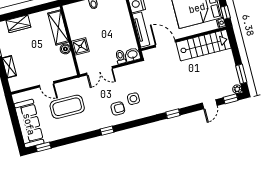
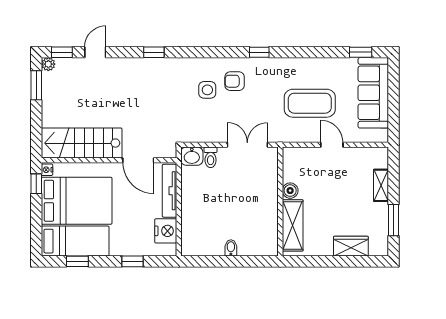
shower: (80, 46) -> (267, 189), removed

